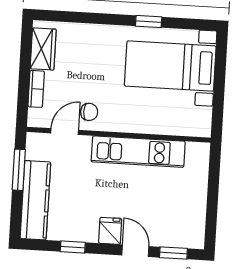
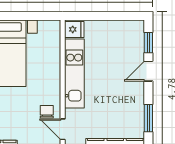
fridge: (110, 231) -> (74, 29), moved, turned 180
window: (73, 247) -> (148, 118), width x1.50

